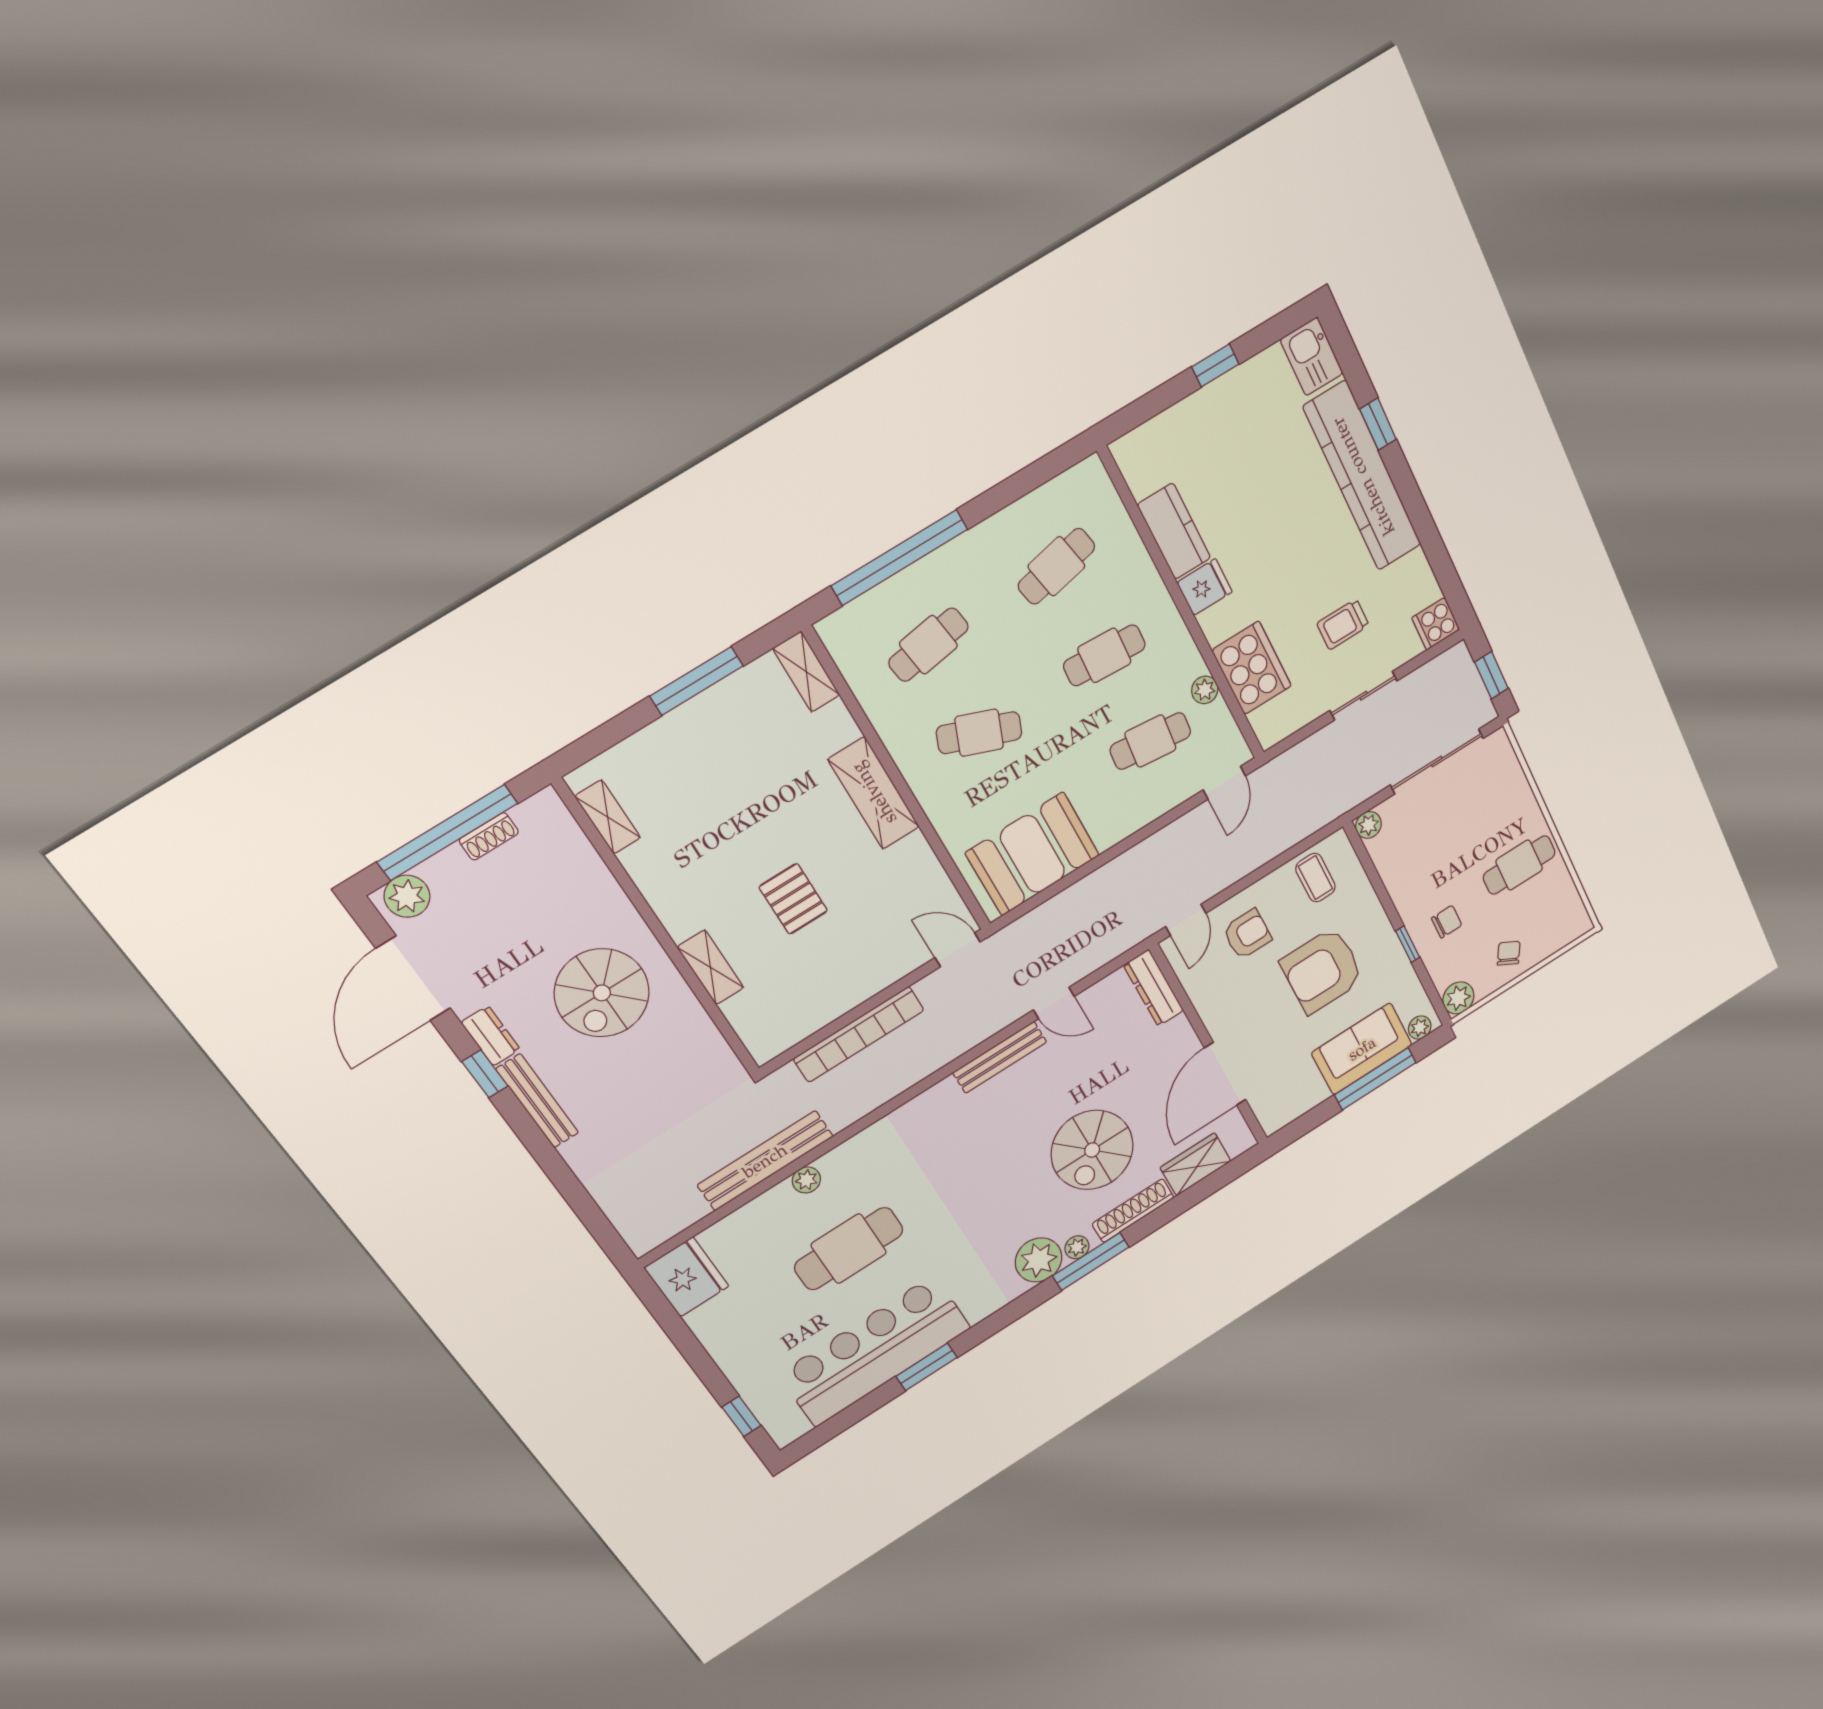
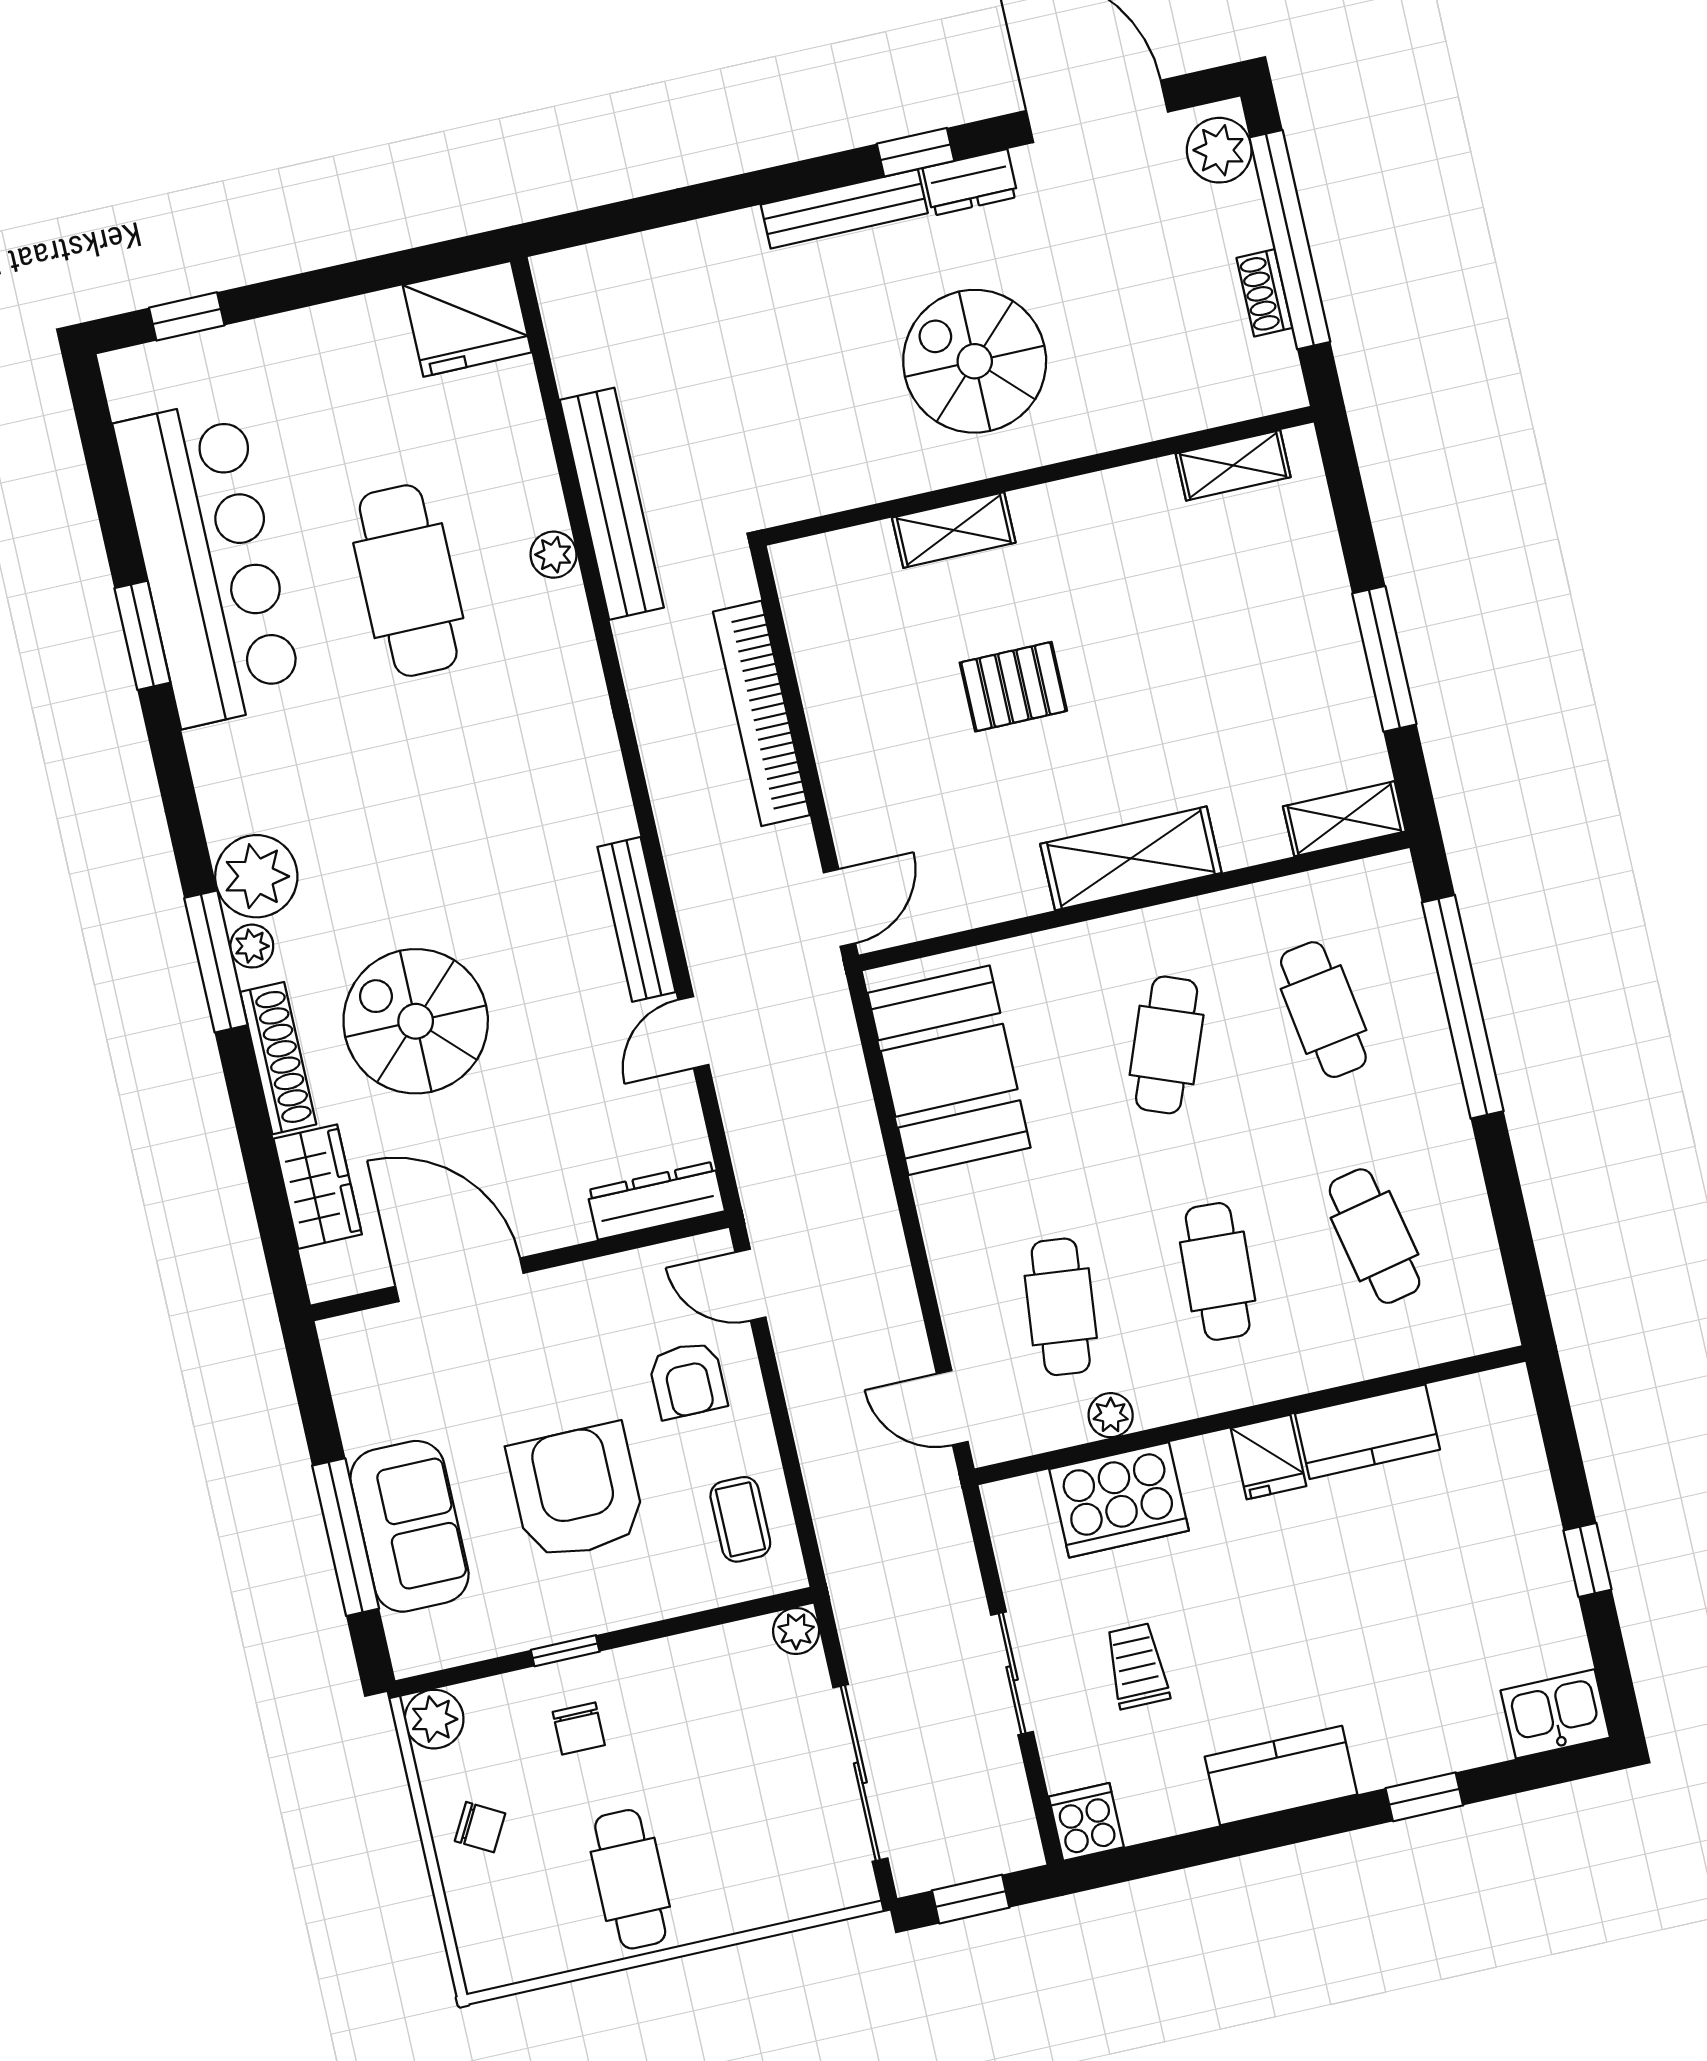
kitchen counter: (1363, 476) -> (1281, 1776), width x0.48, depth x0.86
coffee table: (1315, 878) -> (740, 1519), turned 90
plant: (1420, 1028) -> (408, 1638), removed

